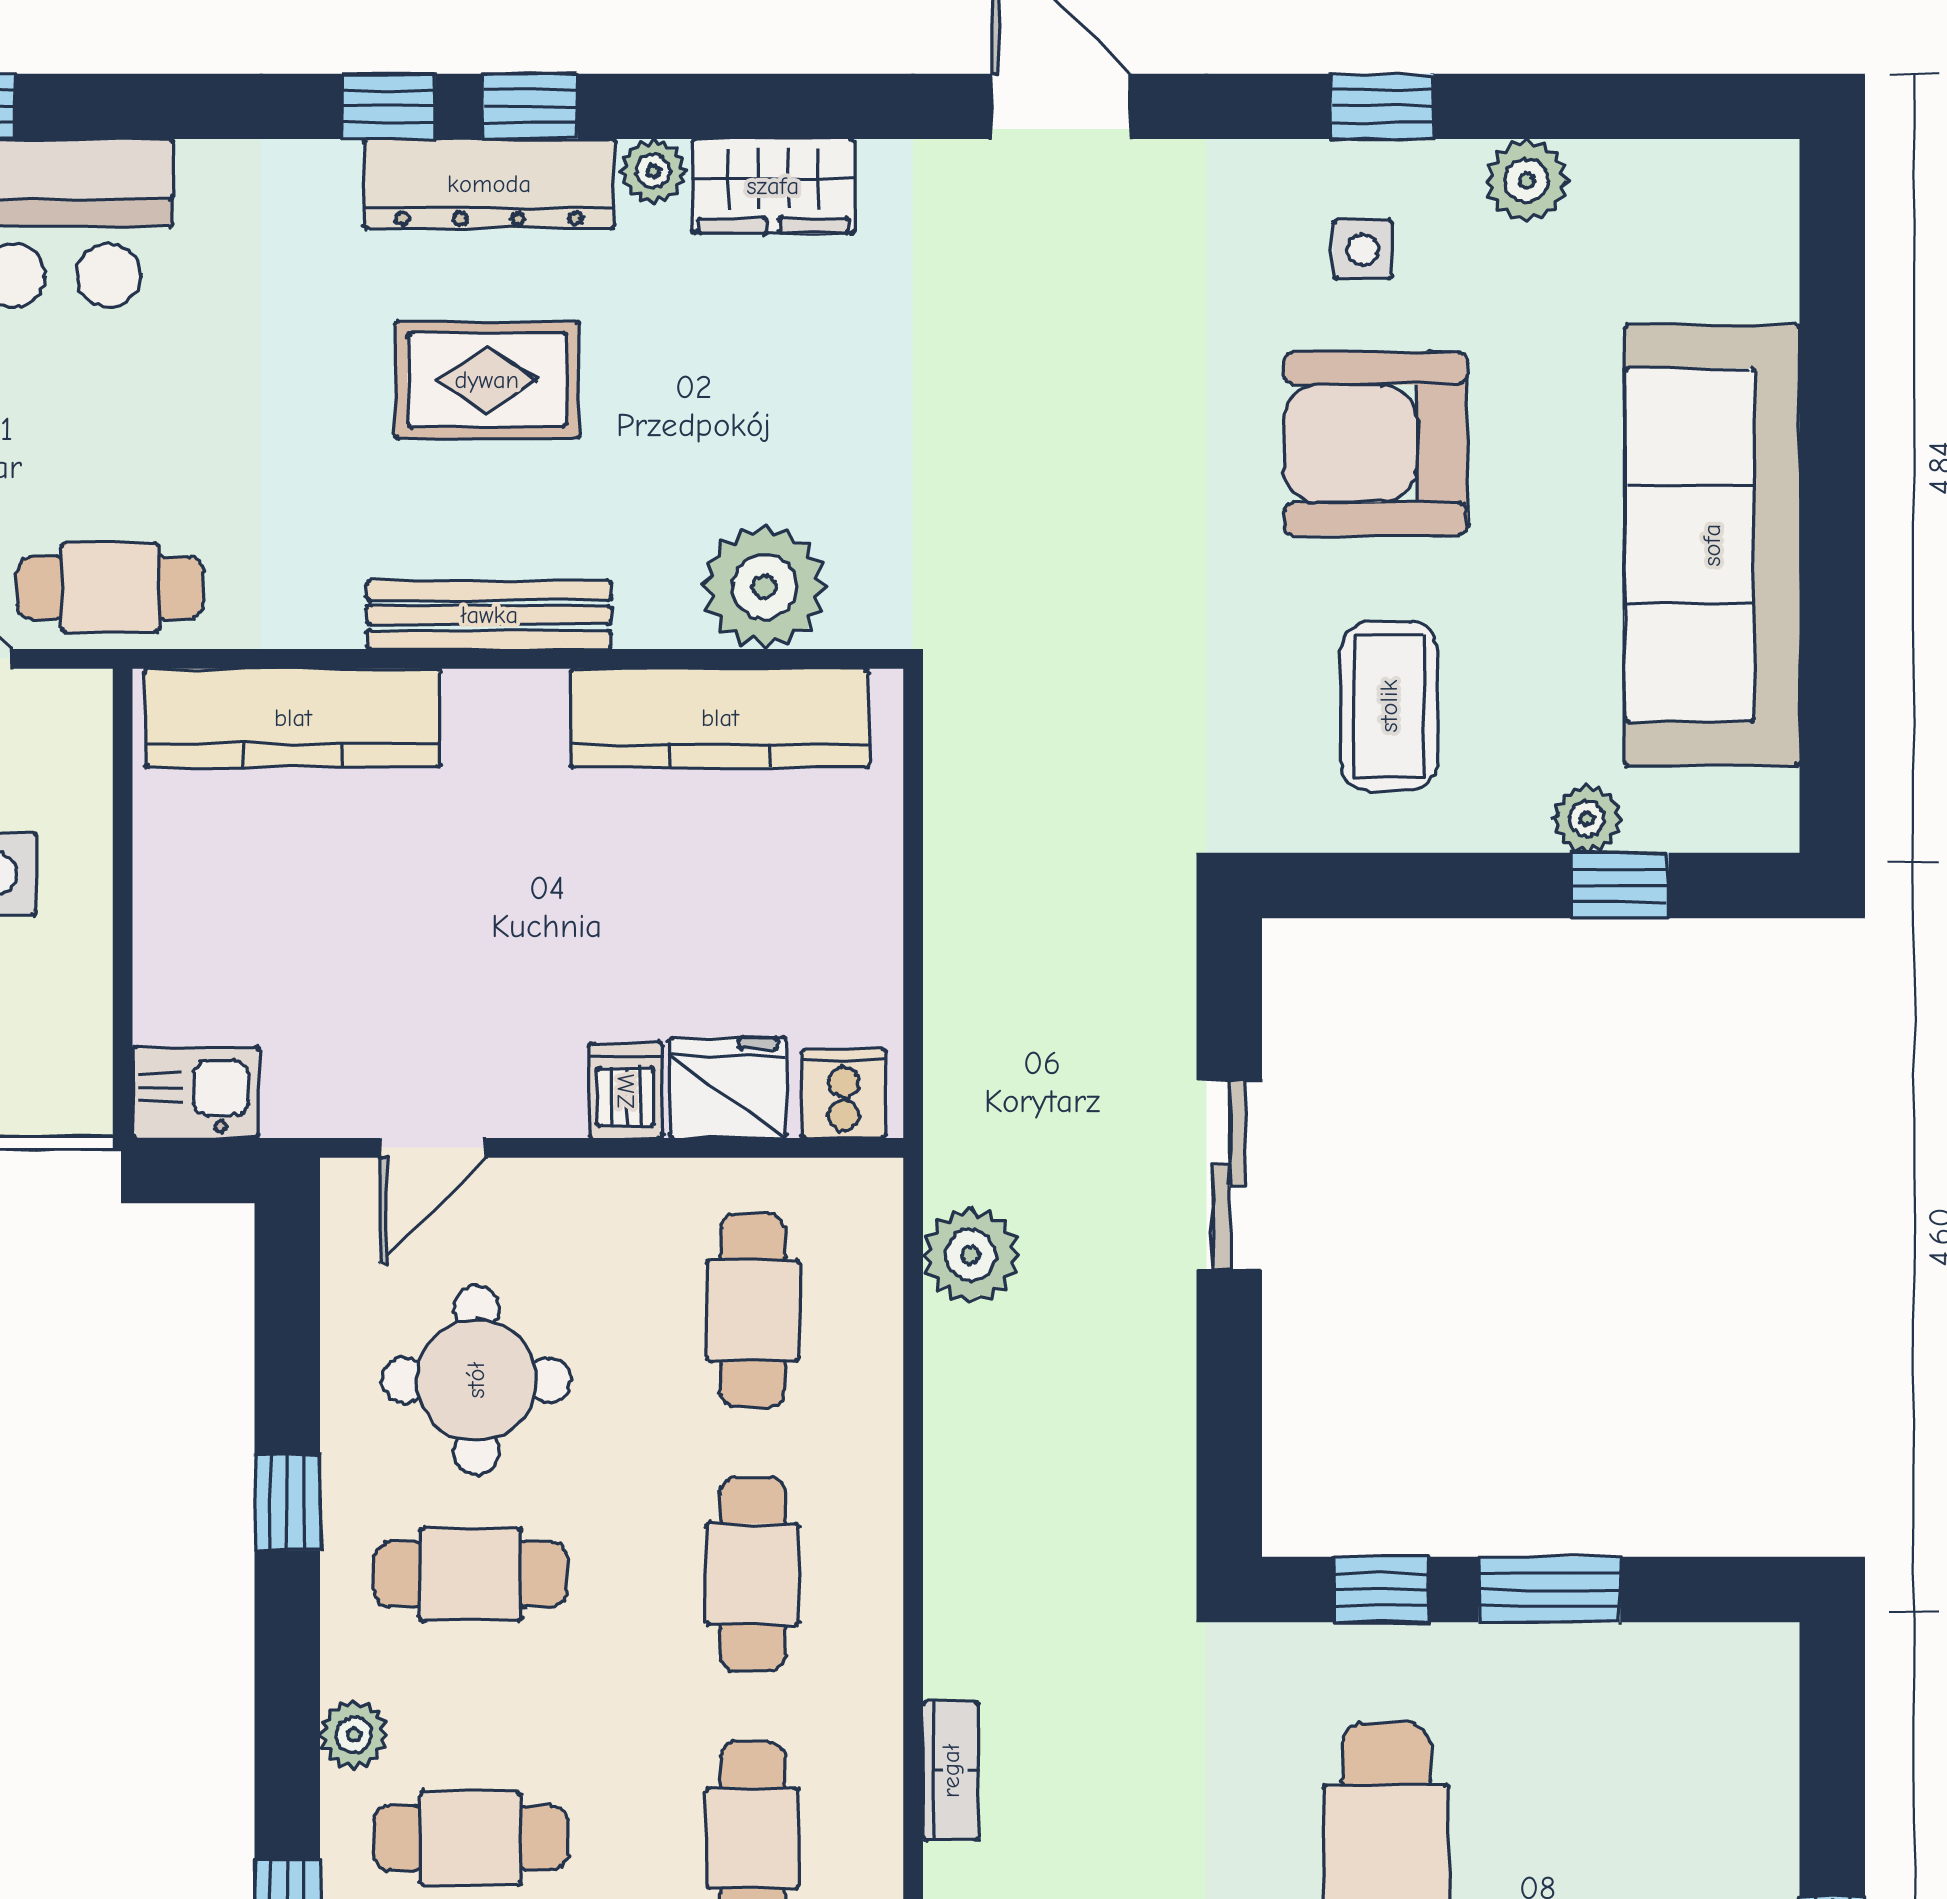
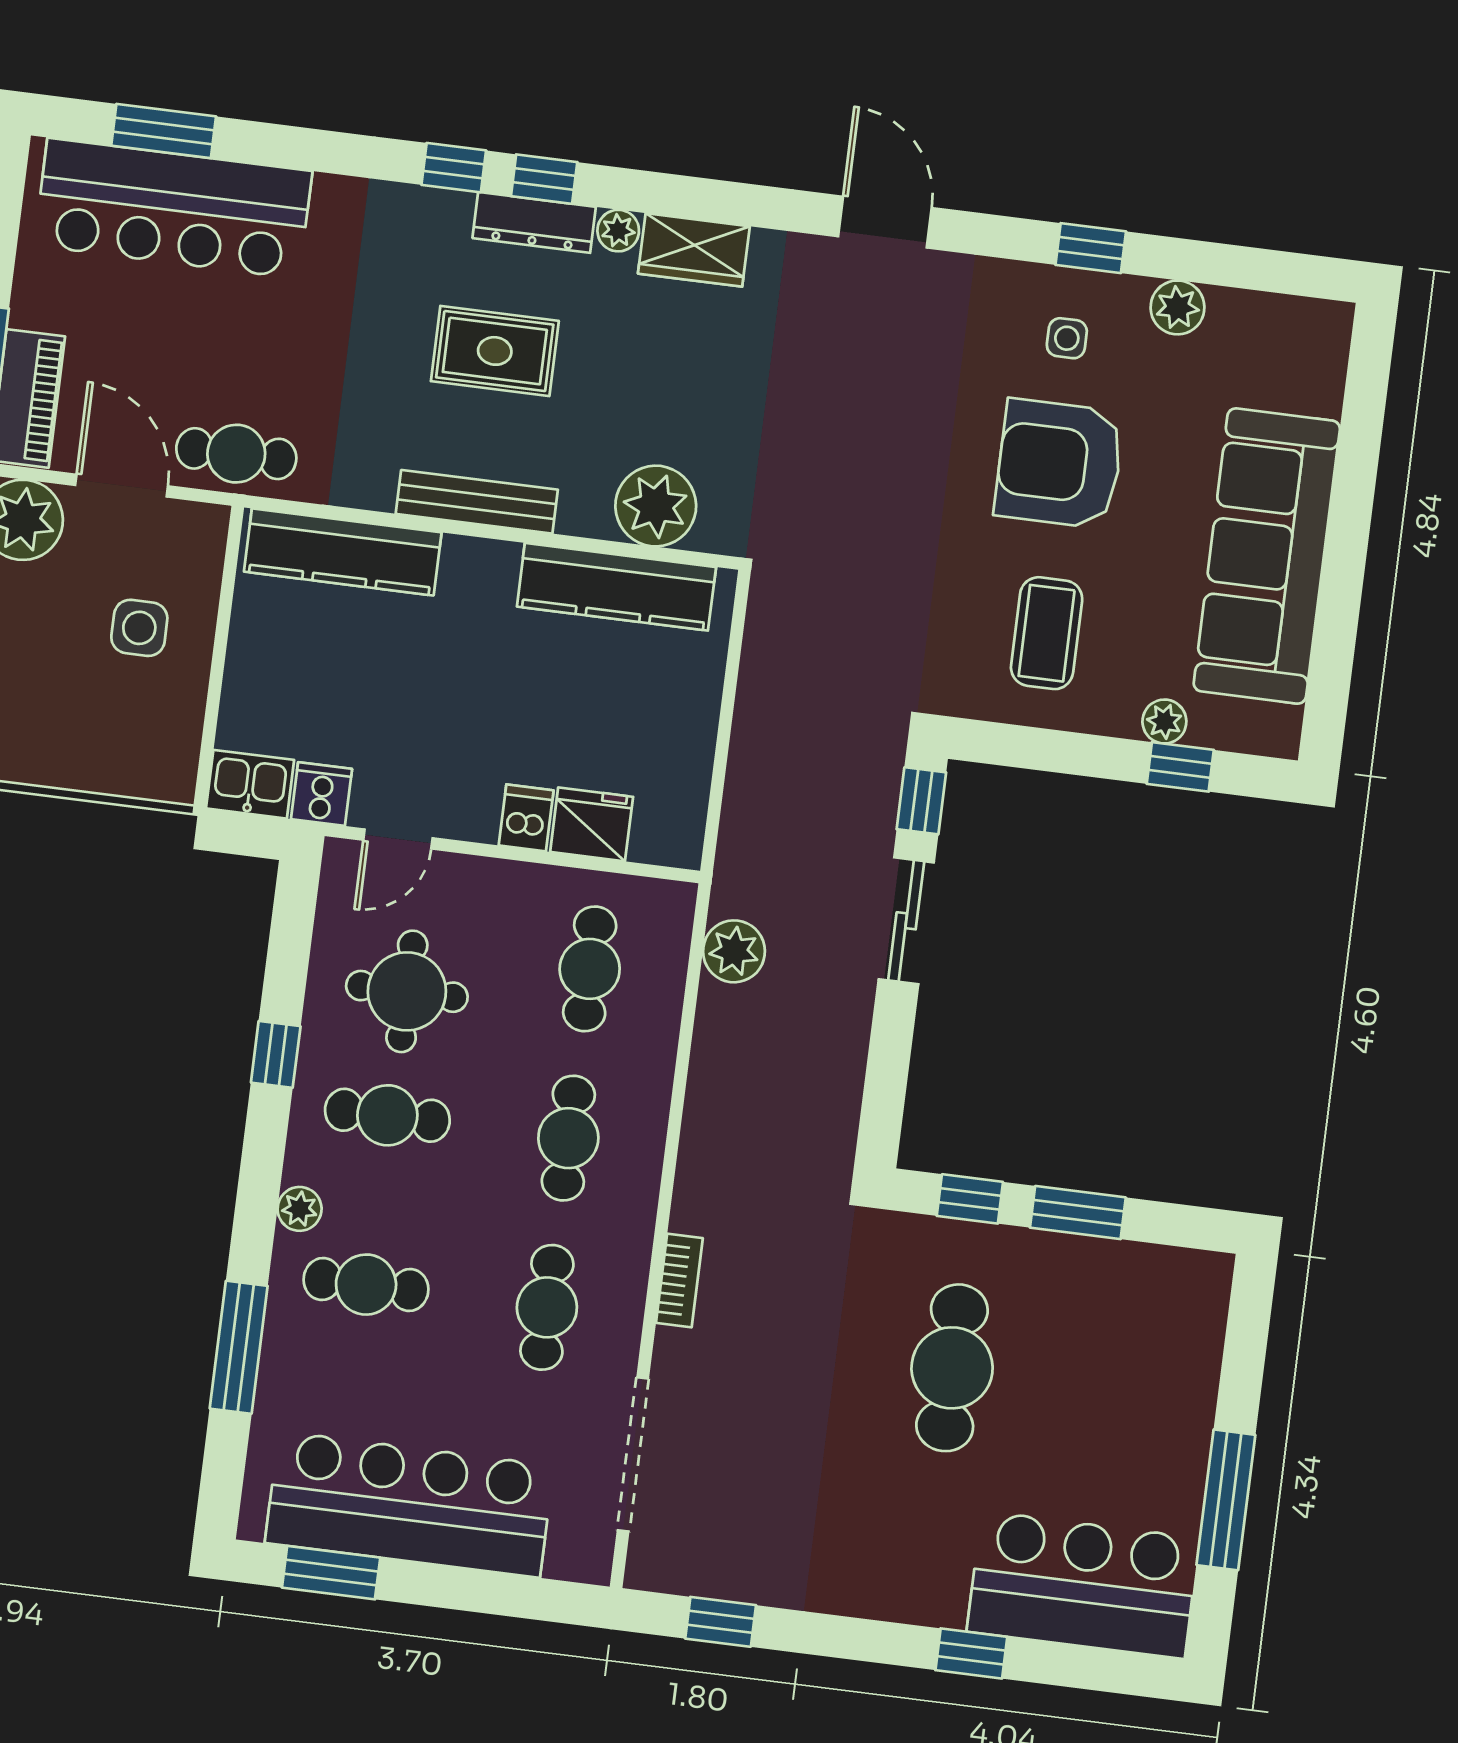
dresser: (489, 184) -> (534, 222), width x0.73, depth x0.80
window: (1229, 988) -> (921, 801), added
cooker: (844, 1094) -> (322, 794), moved

